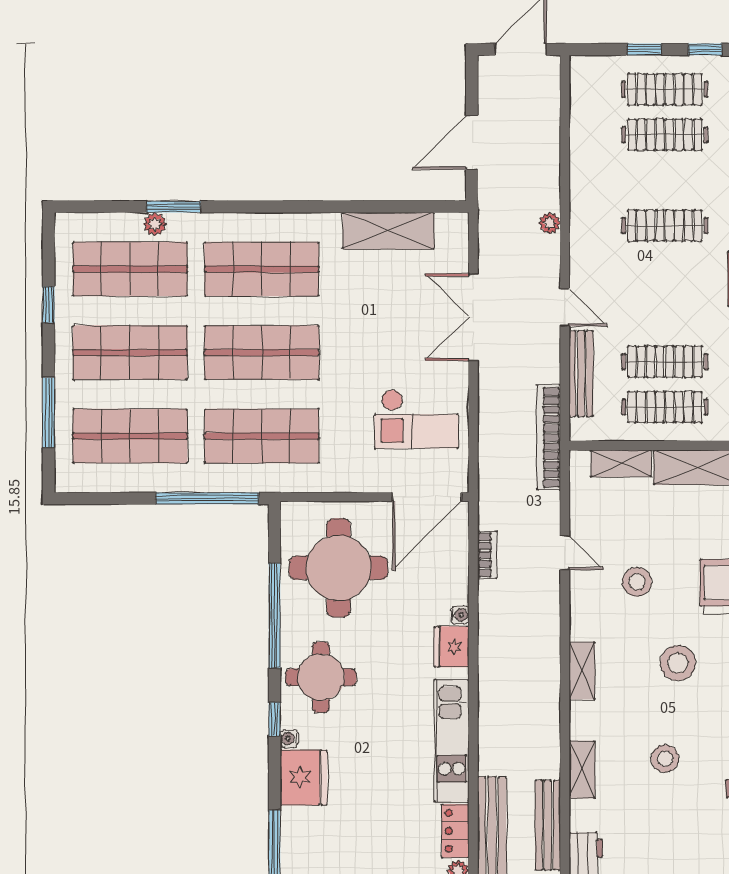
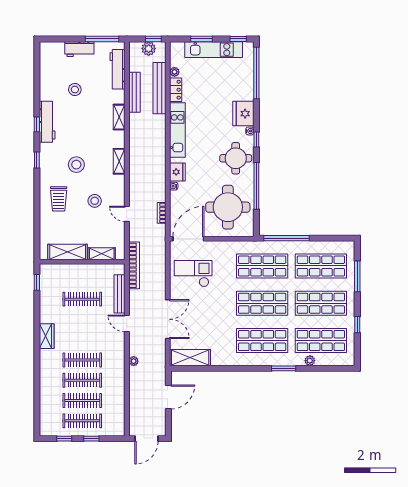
window: (174, 207) -> (284, 368), moved
shelving: (388, 231) -> (190, 358), moved
clothes rail: (665, 407) -> (82, 380), moved
stool: (665, 759) -> (75, 89), moved

